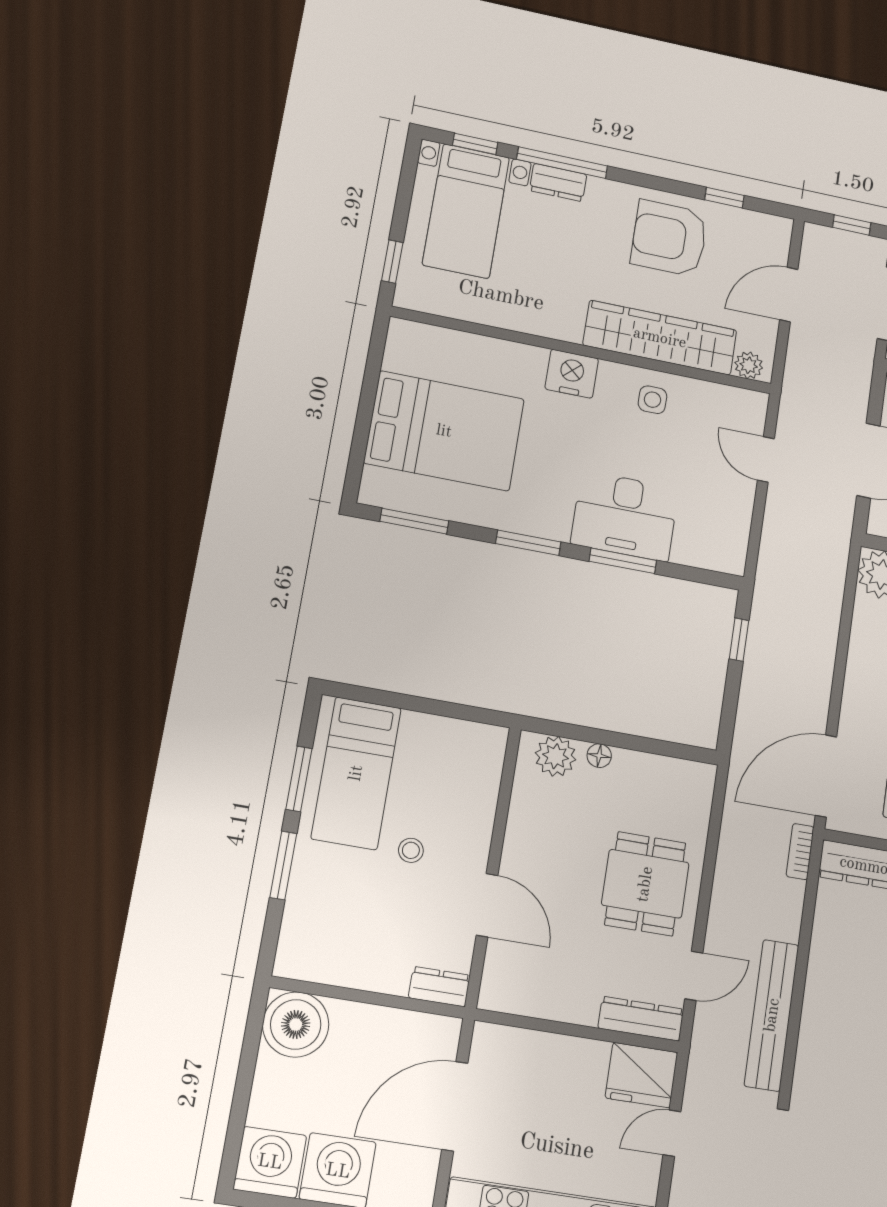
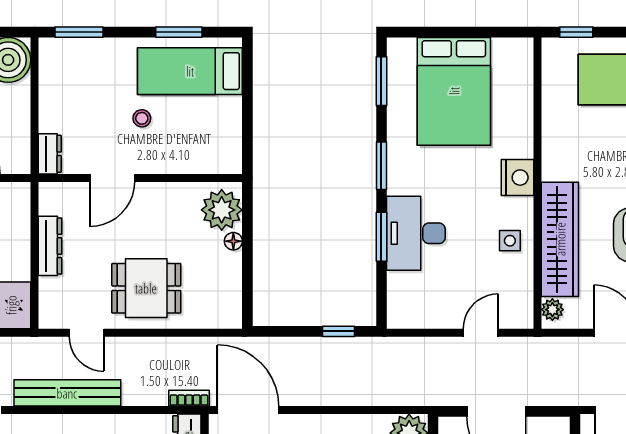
plant: (555, 756) -> (222, 210), width x1.36, depth x1.36
window: (283, 865) -> (79, 32), moved
dresser: (641, 1019) -> (50, 246), moved

